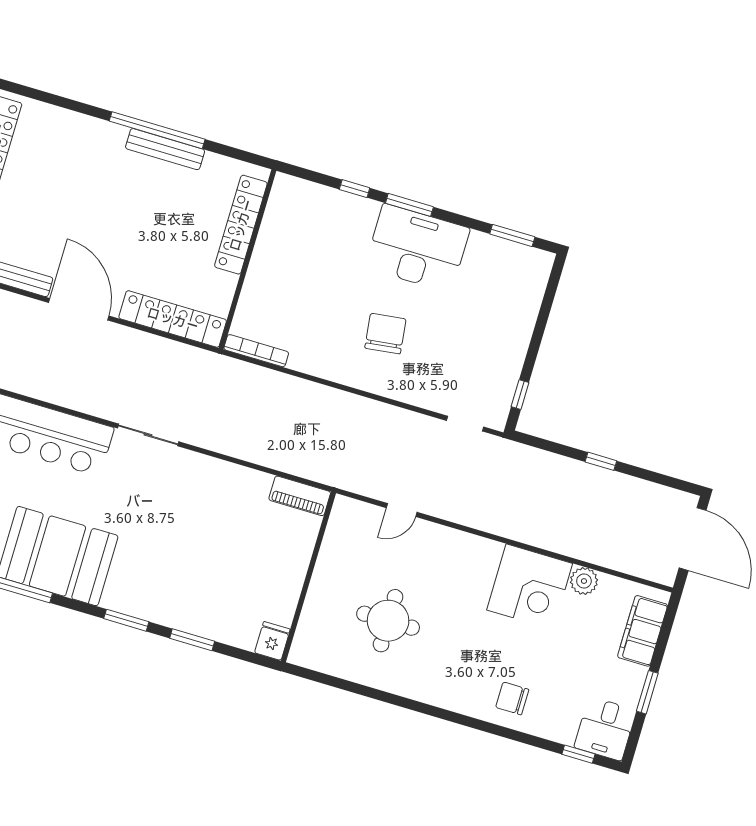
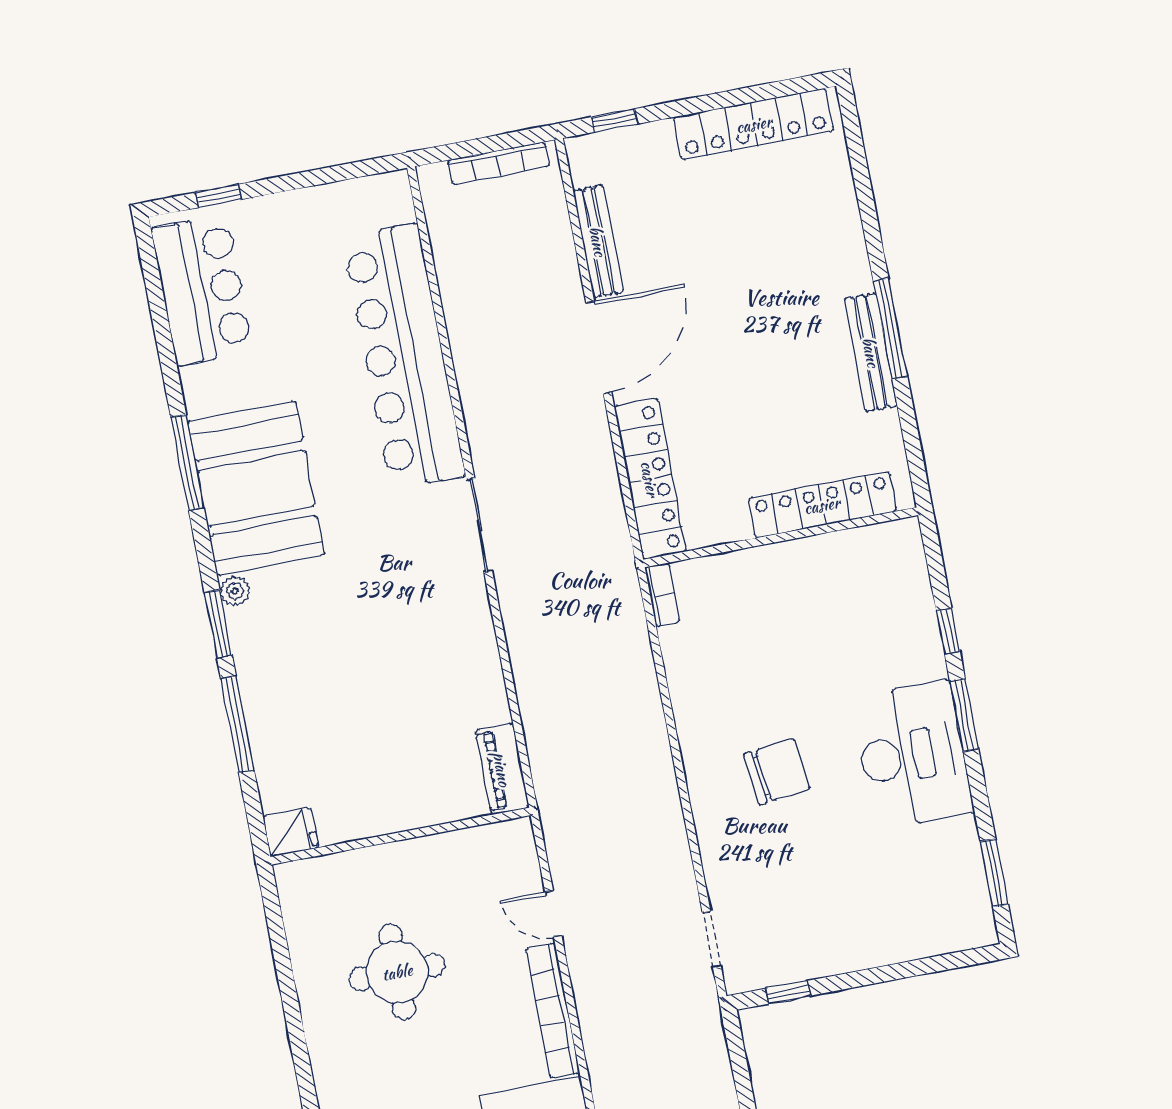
window: (157, 130) -> (890, 329), width x0.68
bookcase: (256, 351) -> (662, 595), width x0.64
bookcase: (459, 540) -> (553, 1011), added
plant: (112, 600) -> (235, 591), added
window: (192, 640) -> (237, 725), width x1.44

